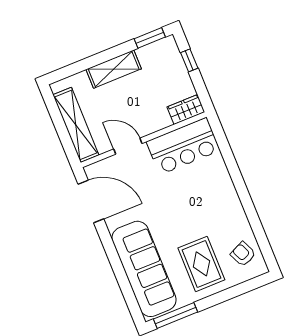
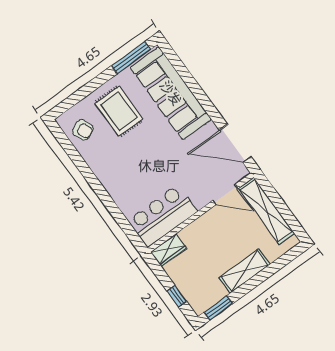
door: (128, 146) -> (225, 195), moved

